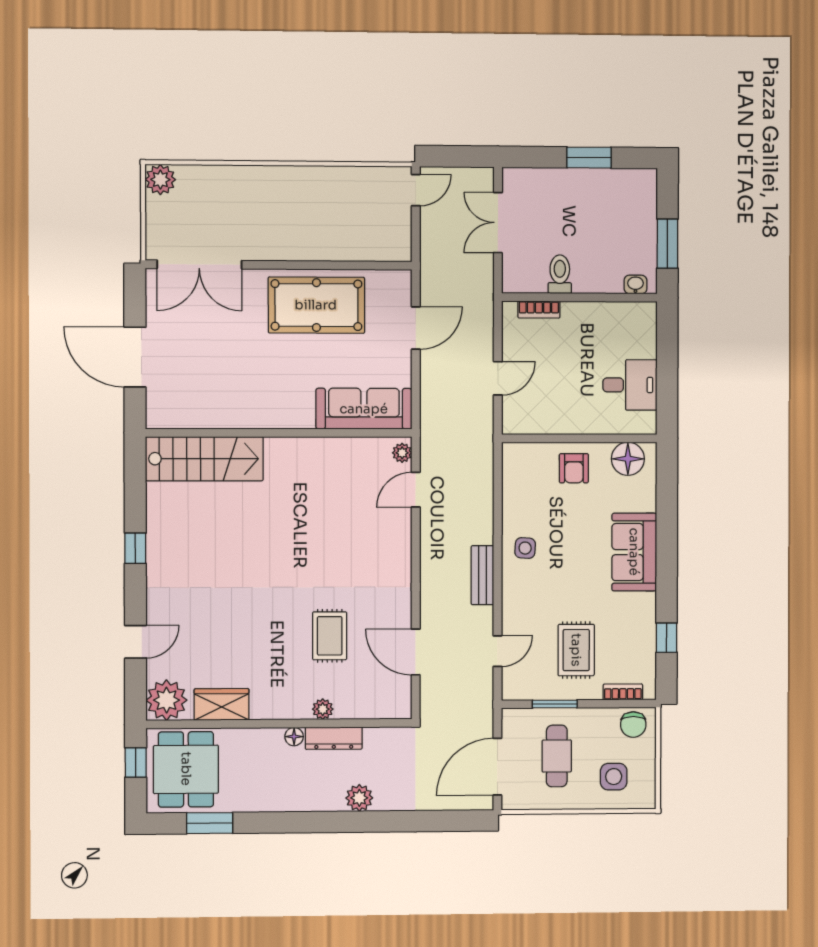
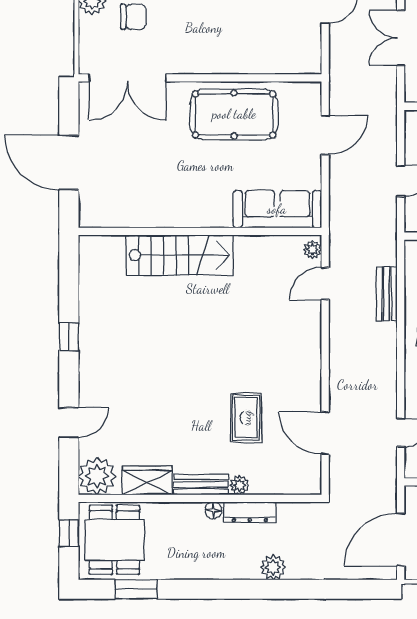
chair: (206, 197) -> (133, 17), added
stairs: (204, 459) -> (180, 255), moved
bench: (482, 575) -> (387, 294), moved
bench: (281, 709) -> (201, 484), added

